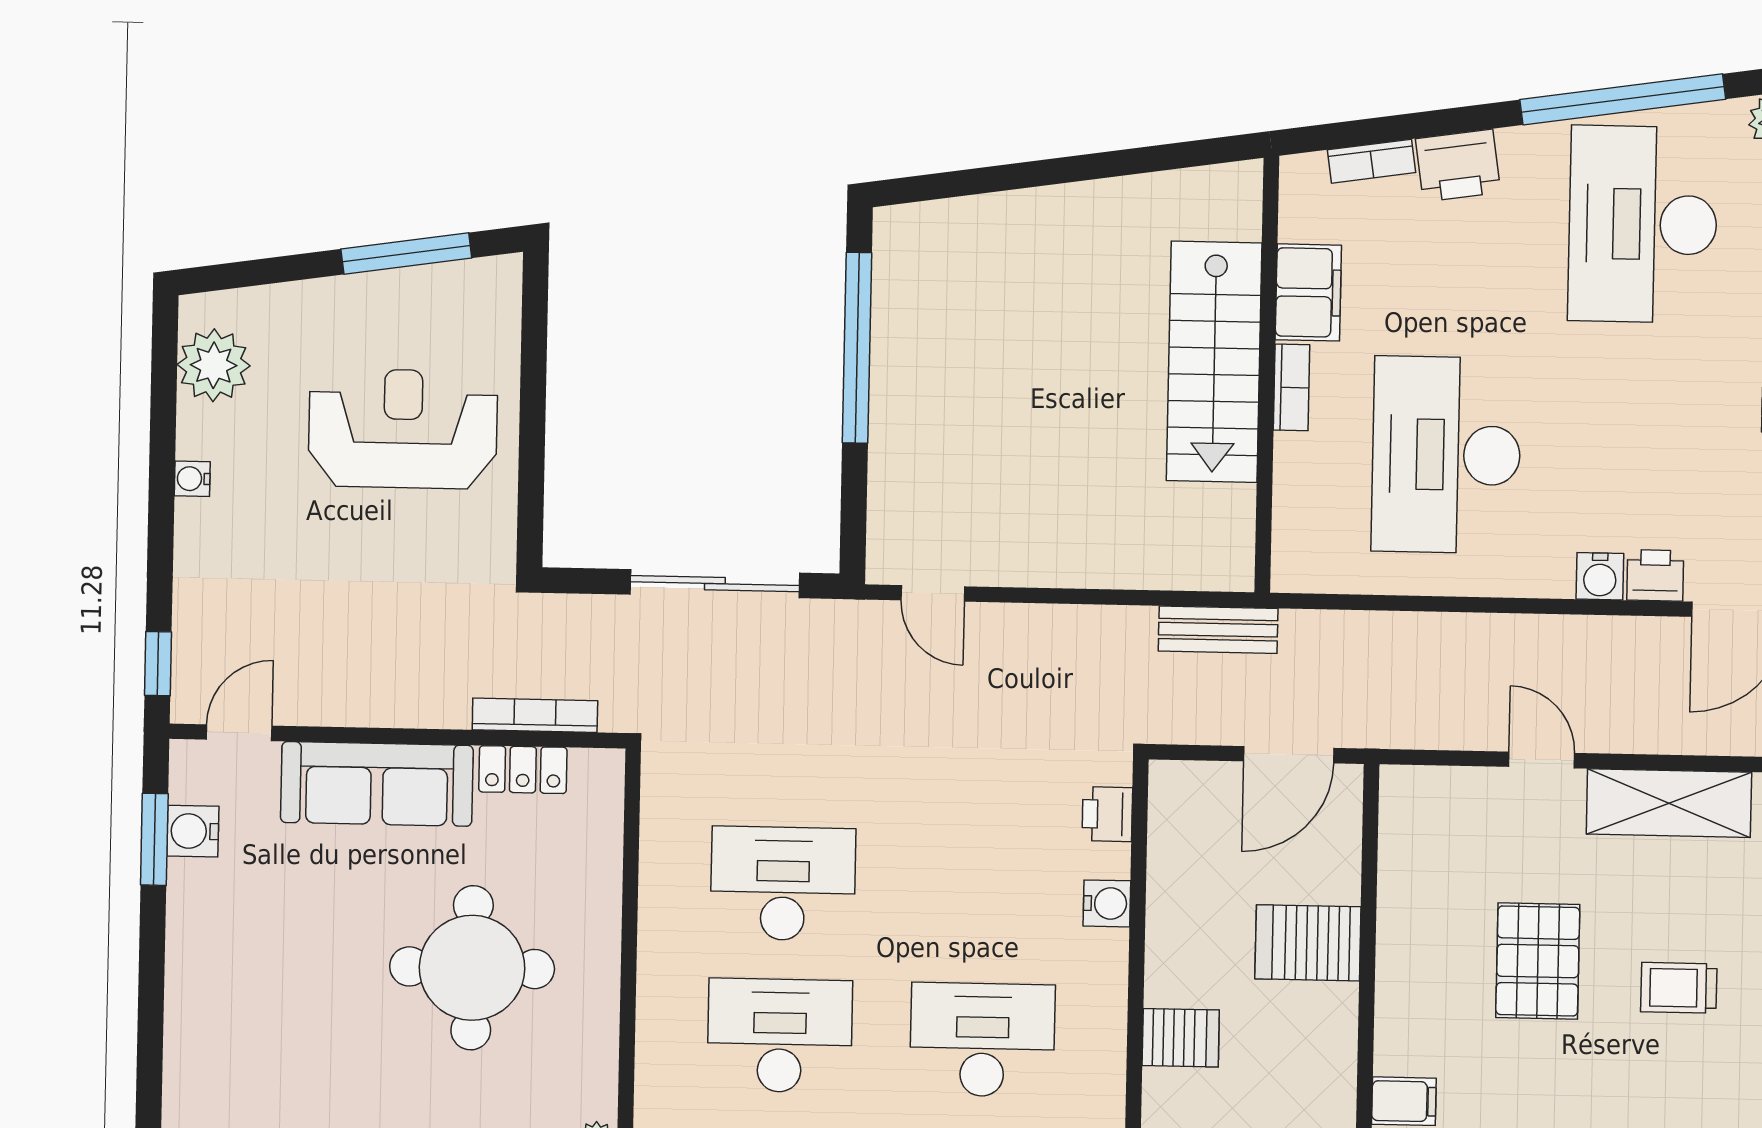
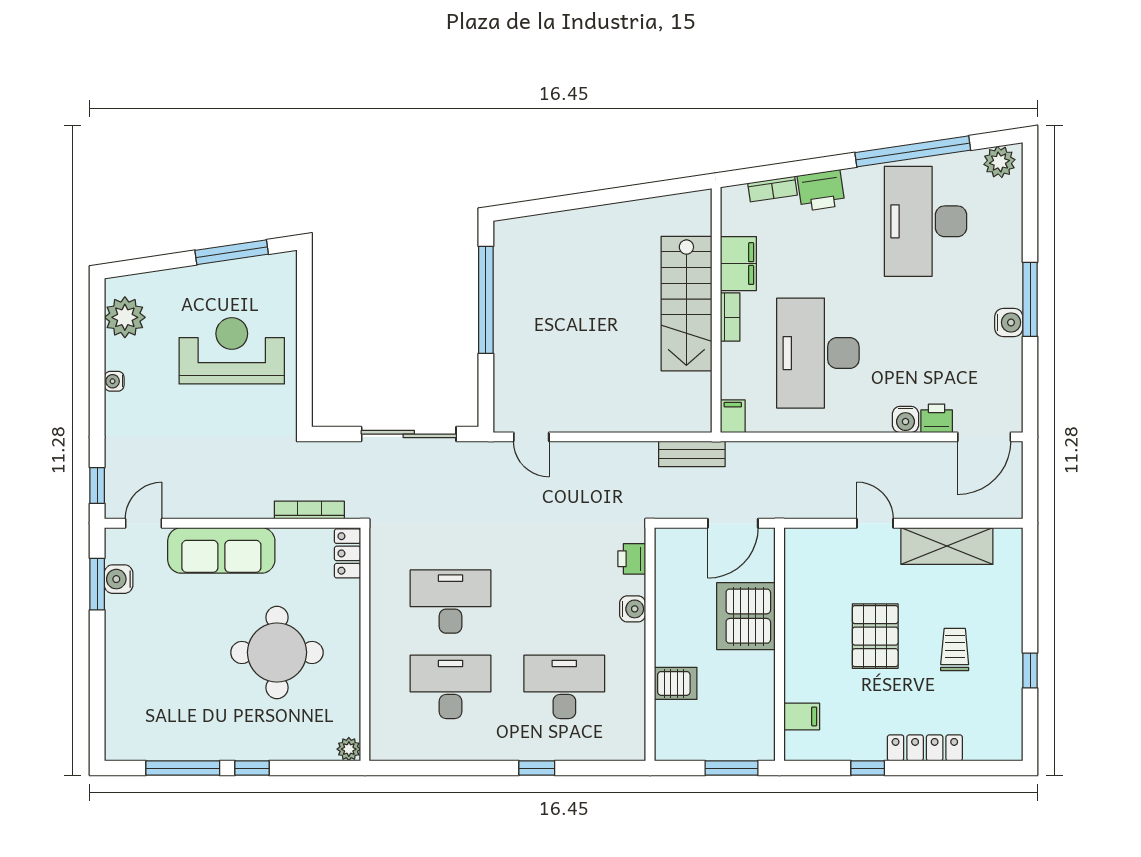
filing cabinet: (1292, 564) -> (733, 416), added
locker: (523, 770) -> (347, 553), moved, turned 90
server rack: (1308, 943) -> (746, 616), width x1.60
trolley: (1679, 988) -> (955, 650), turned 90

